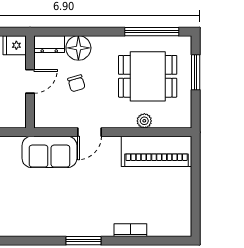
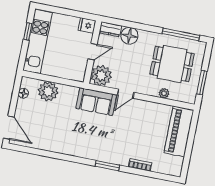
window: (196, 72) -> (202, 83), moved
chair: (76, 83) -> (123, 59), removed
plant: (49, 113) -> (101, 75), added
piano: (157, 151) -> (179, 131), moved, turned 90

